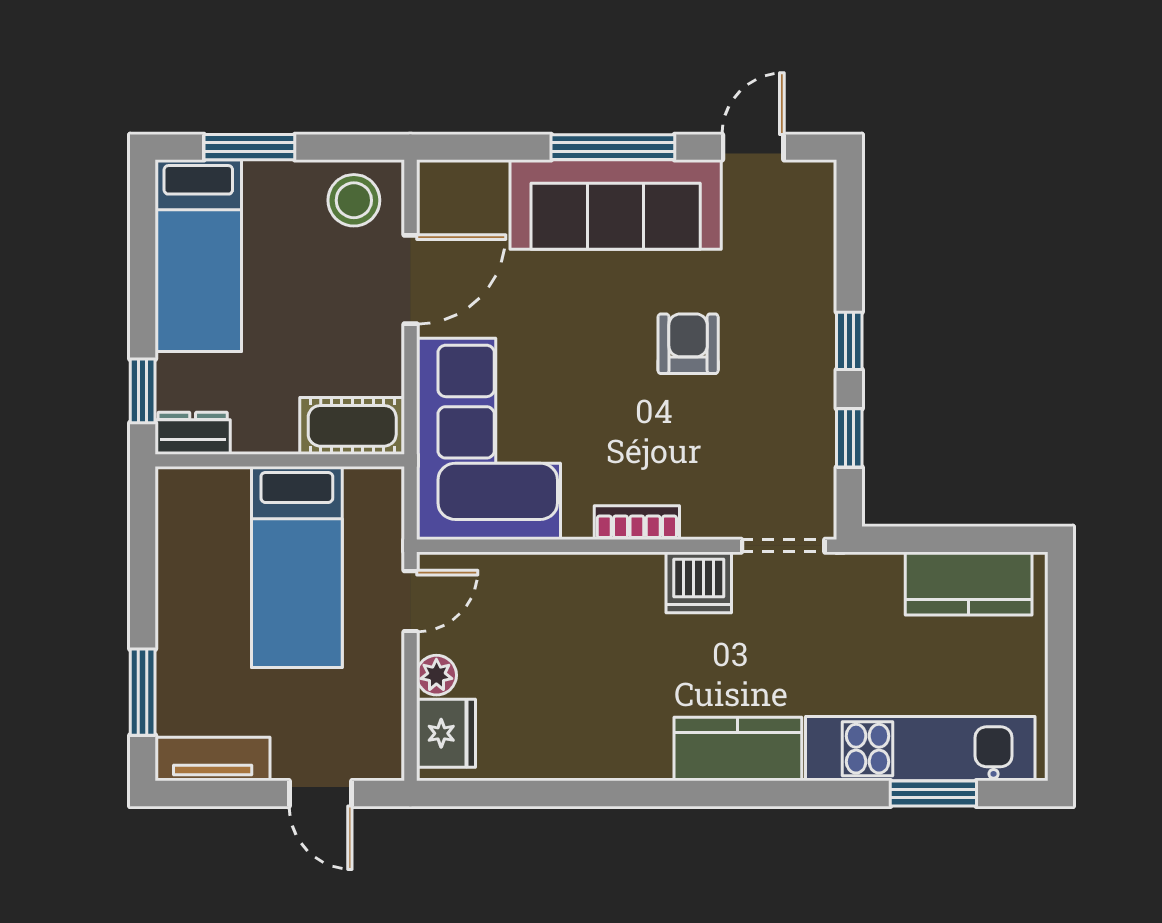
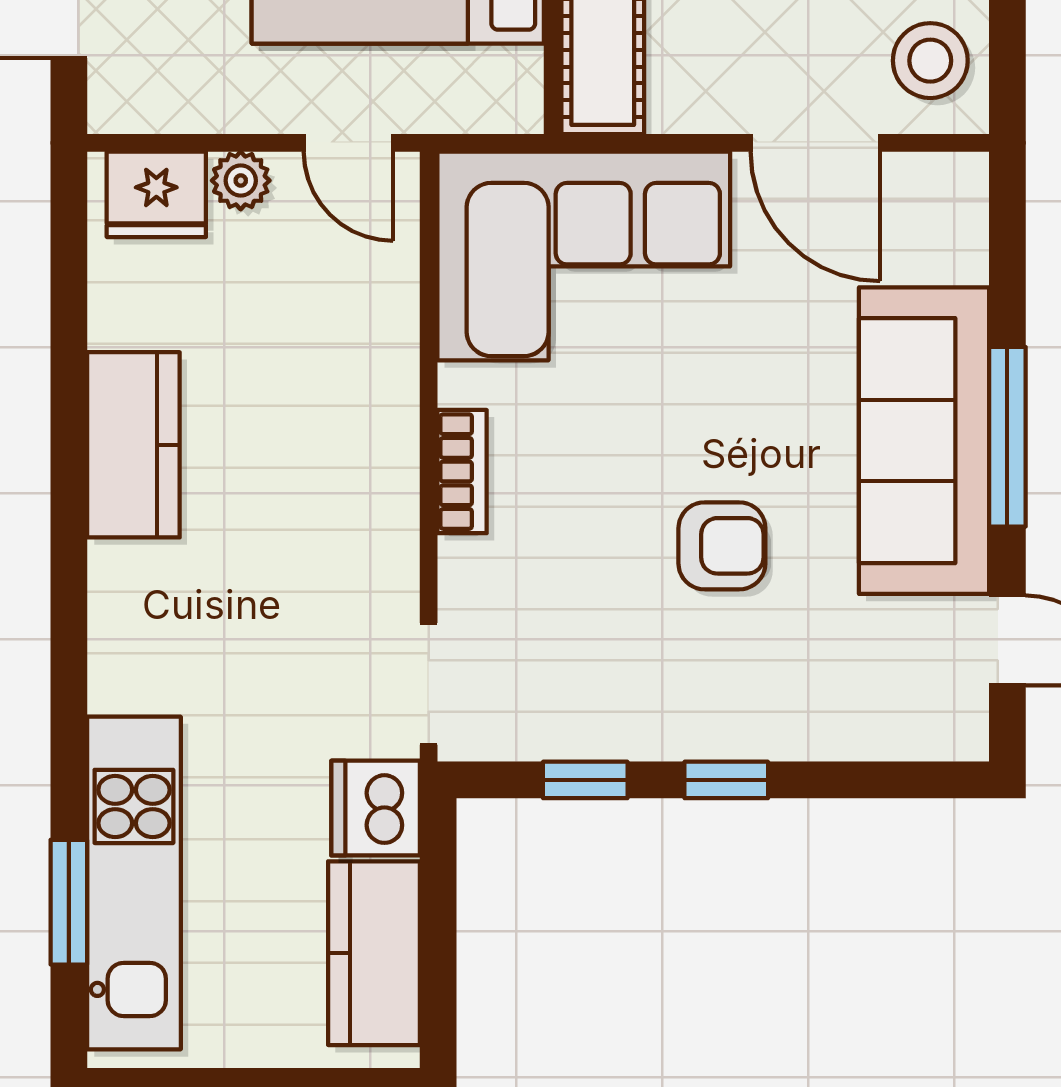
dishwasher: (699, 582) -> (376, 808), moved
kitchen counter: (738, 749) -> (133, 445), moved

